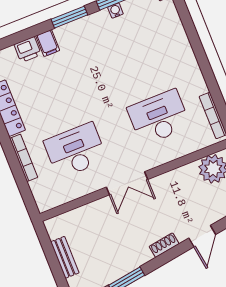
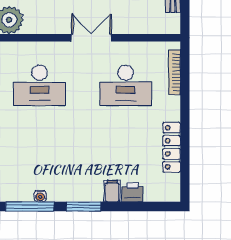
bookcase: (24, 158) -> (174, 72), moved

